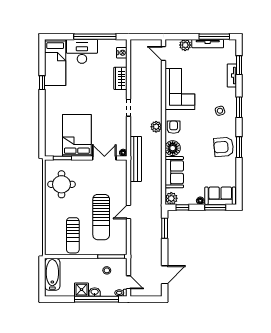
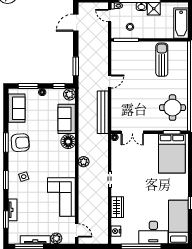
armchair: (174, 127) -> (67, 161), removed
bed: (77, 135) -> (172, 154), moved
bench: (136, 159) -> (103, 112), moved
sofa: (220, 196) -> (17, 108), moved, turned -90
sun lounger: (101, 217) -> (135, 77), removed

